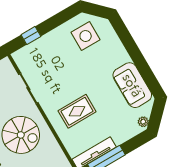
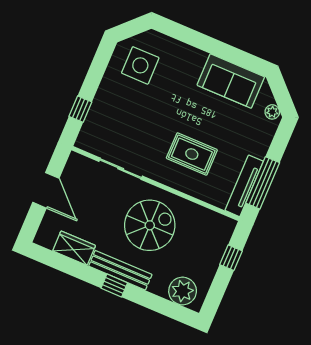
rug: (77, 111) -> (192, 154), turned 90

